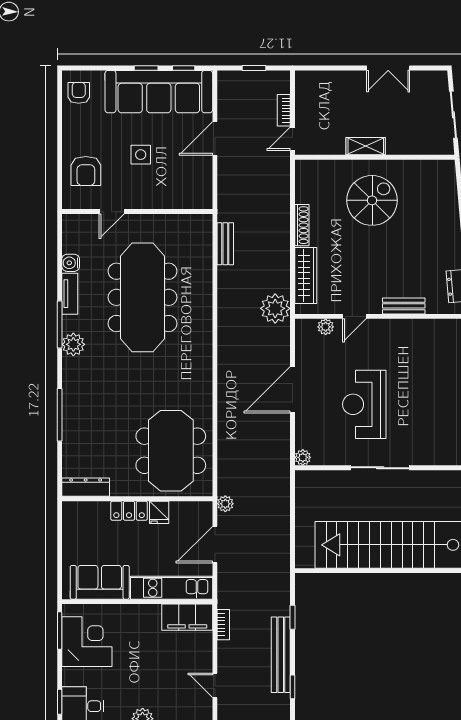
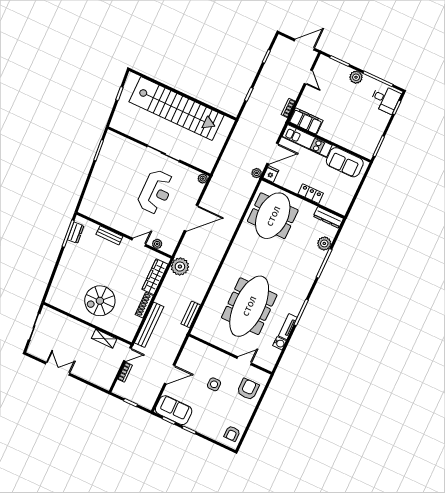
sofa: (159, 92) -> (174, 410), width x0.54, depth x0.79
shelving: (366, 146) -> (104, 339), moved
plant: (73, 344) -> (324, 243), moved
fridge: (159, 512) -> (271, 174), moved
corner desk: (87, 642) -> (367, 133), removed
bench: (281, 655) -> (149, 325), moved

